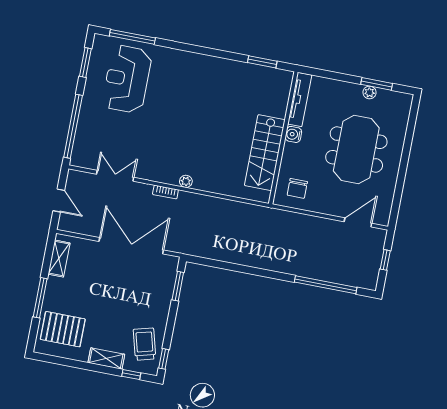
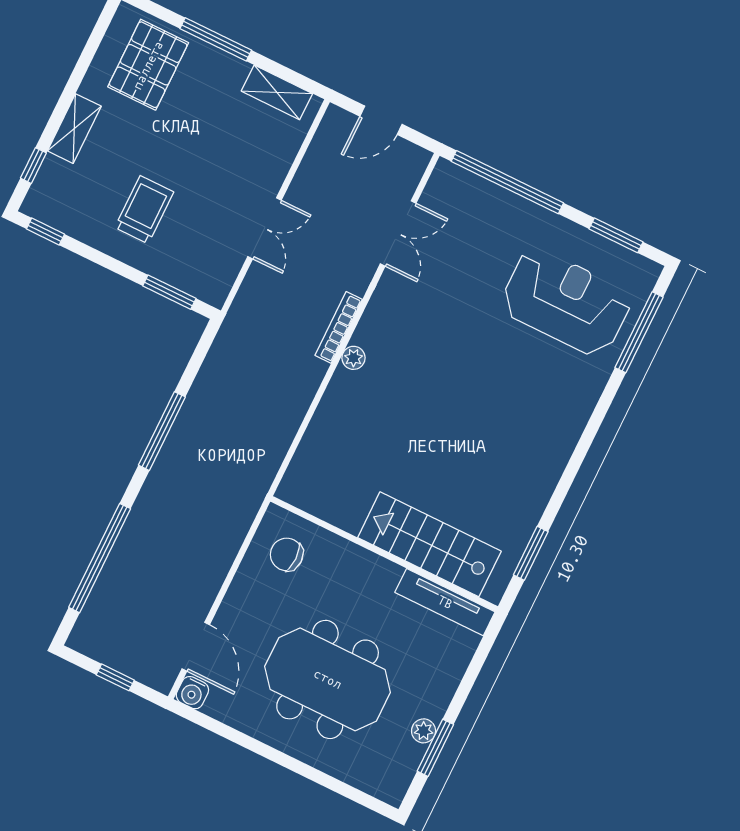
water cooler: (293, 134) -> (192, 693), moved, turned 180
stairs: (265, 153) -> (429, 544), moved
bookcase: (165, 192) -> (339, 327), width x1.56
double door: (131, 246) -> (265, 228), width x0.54
window: (251, 270) -> (162, 431), added
trolley: (144, 344) -> (144, 210), moved, turned -75

